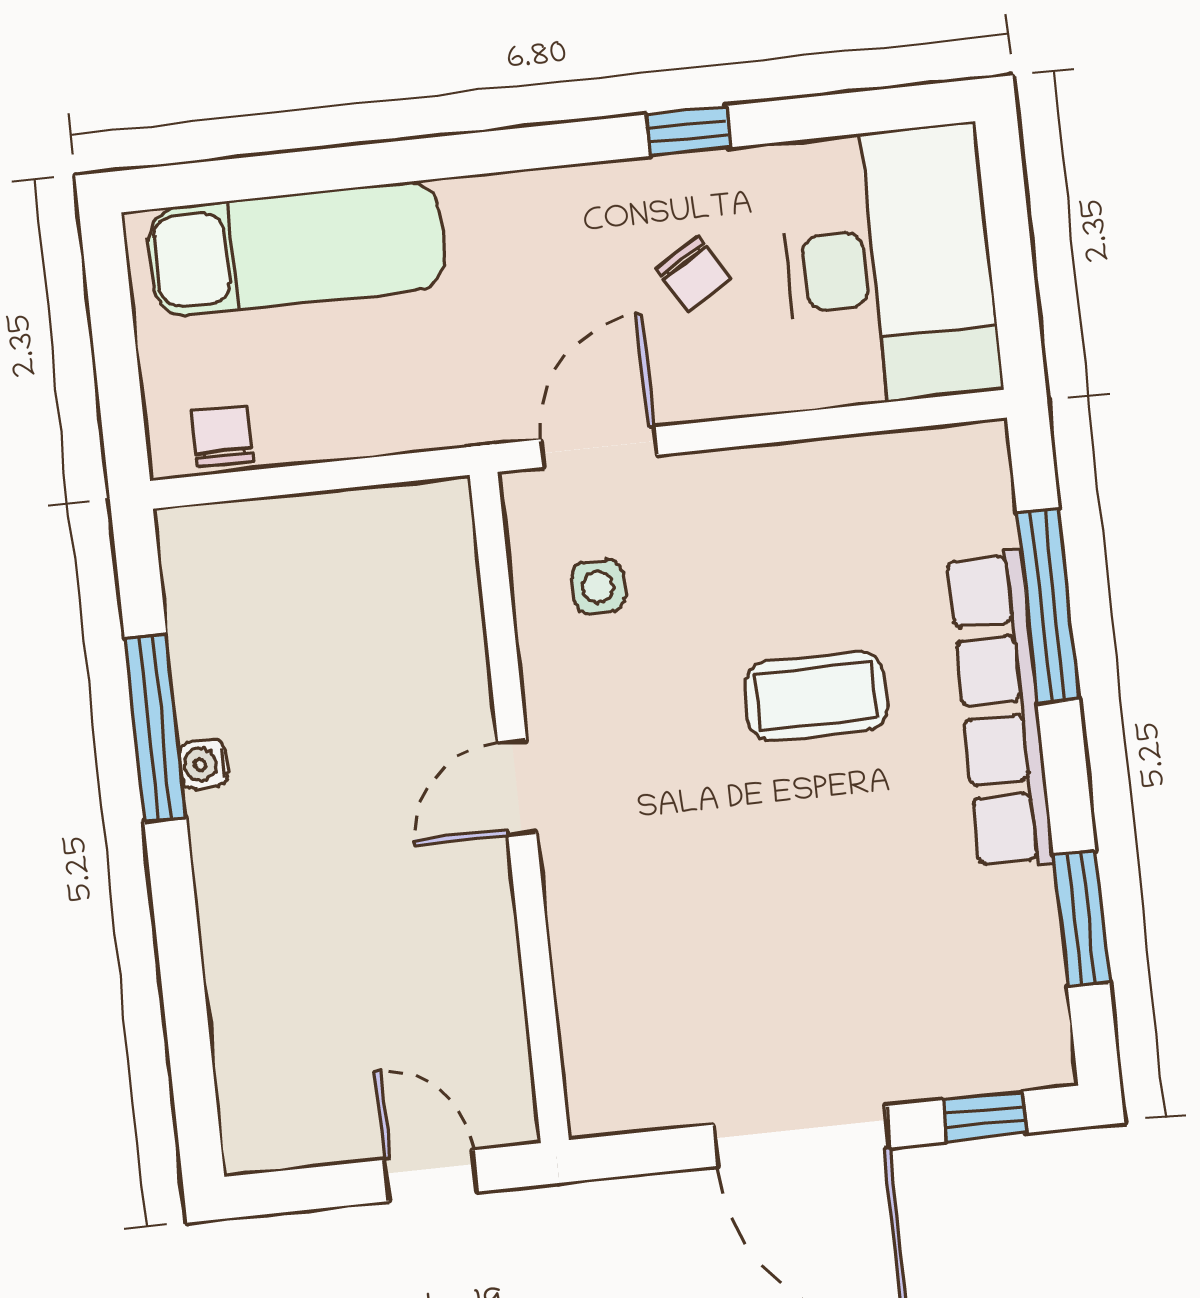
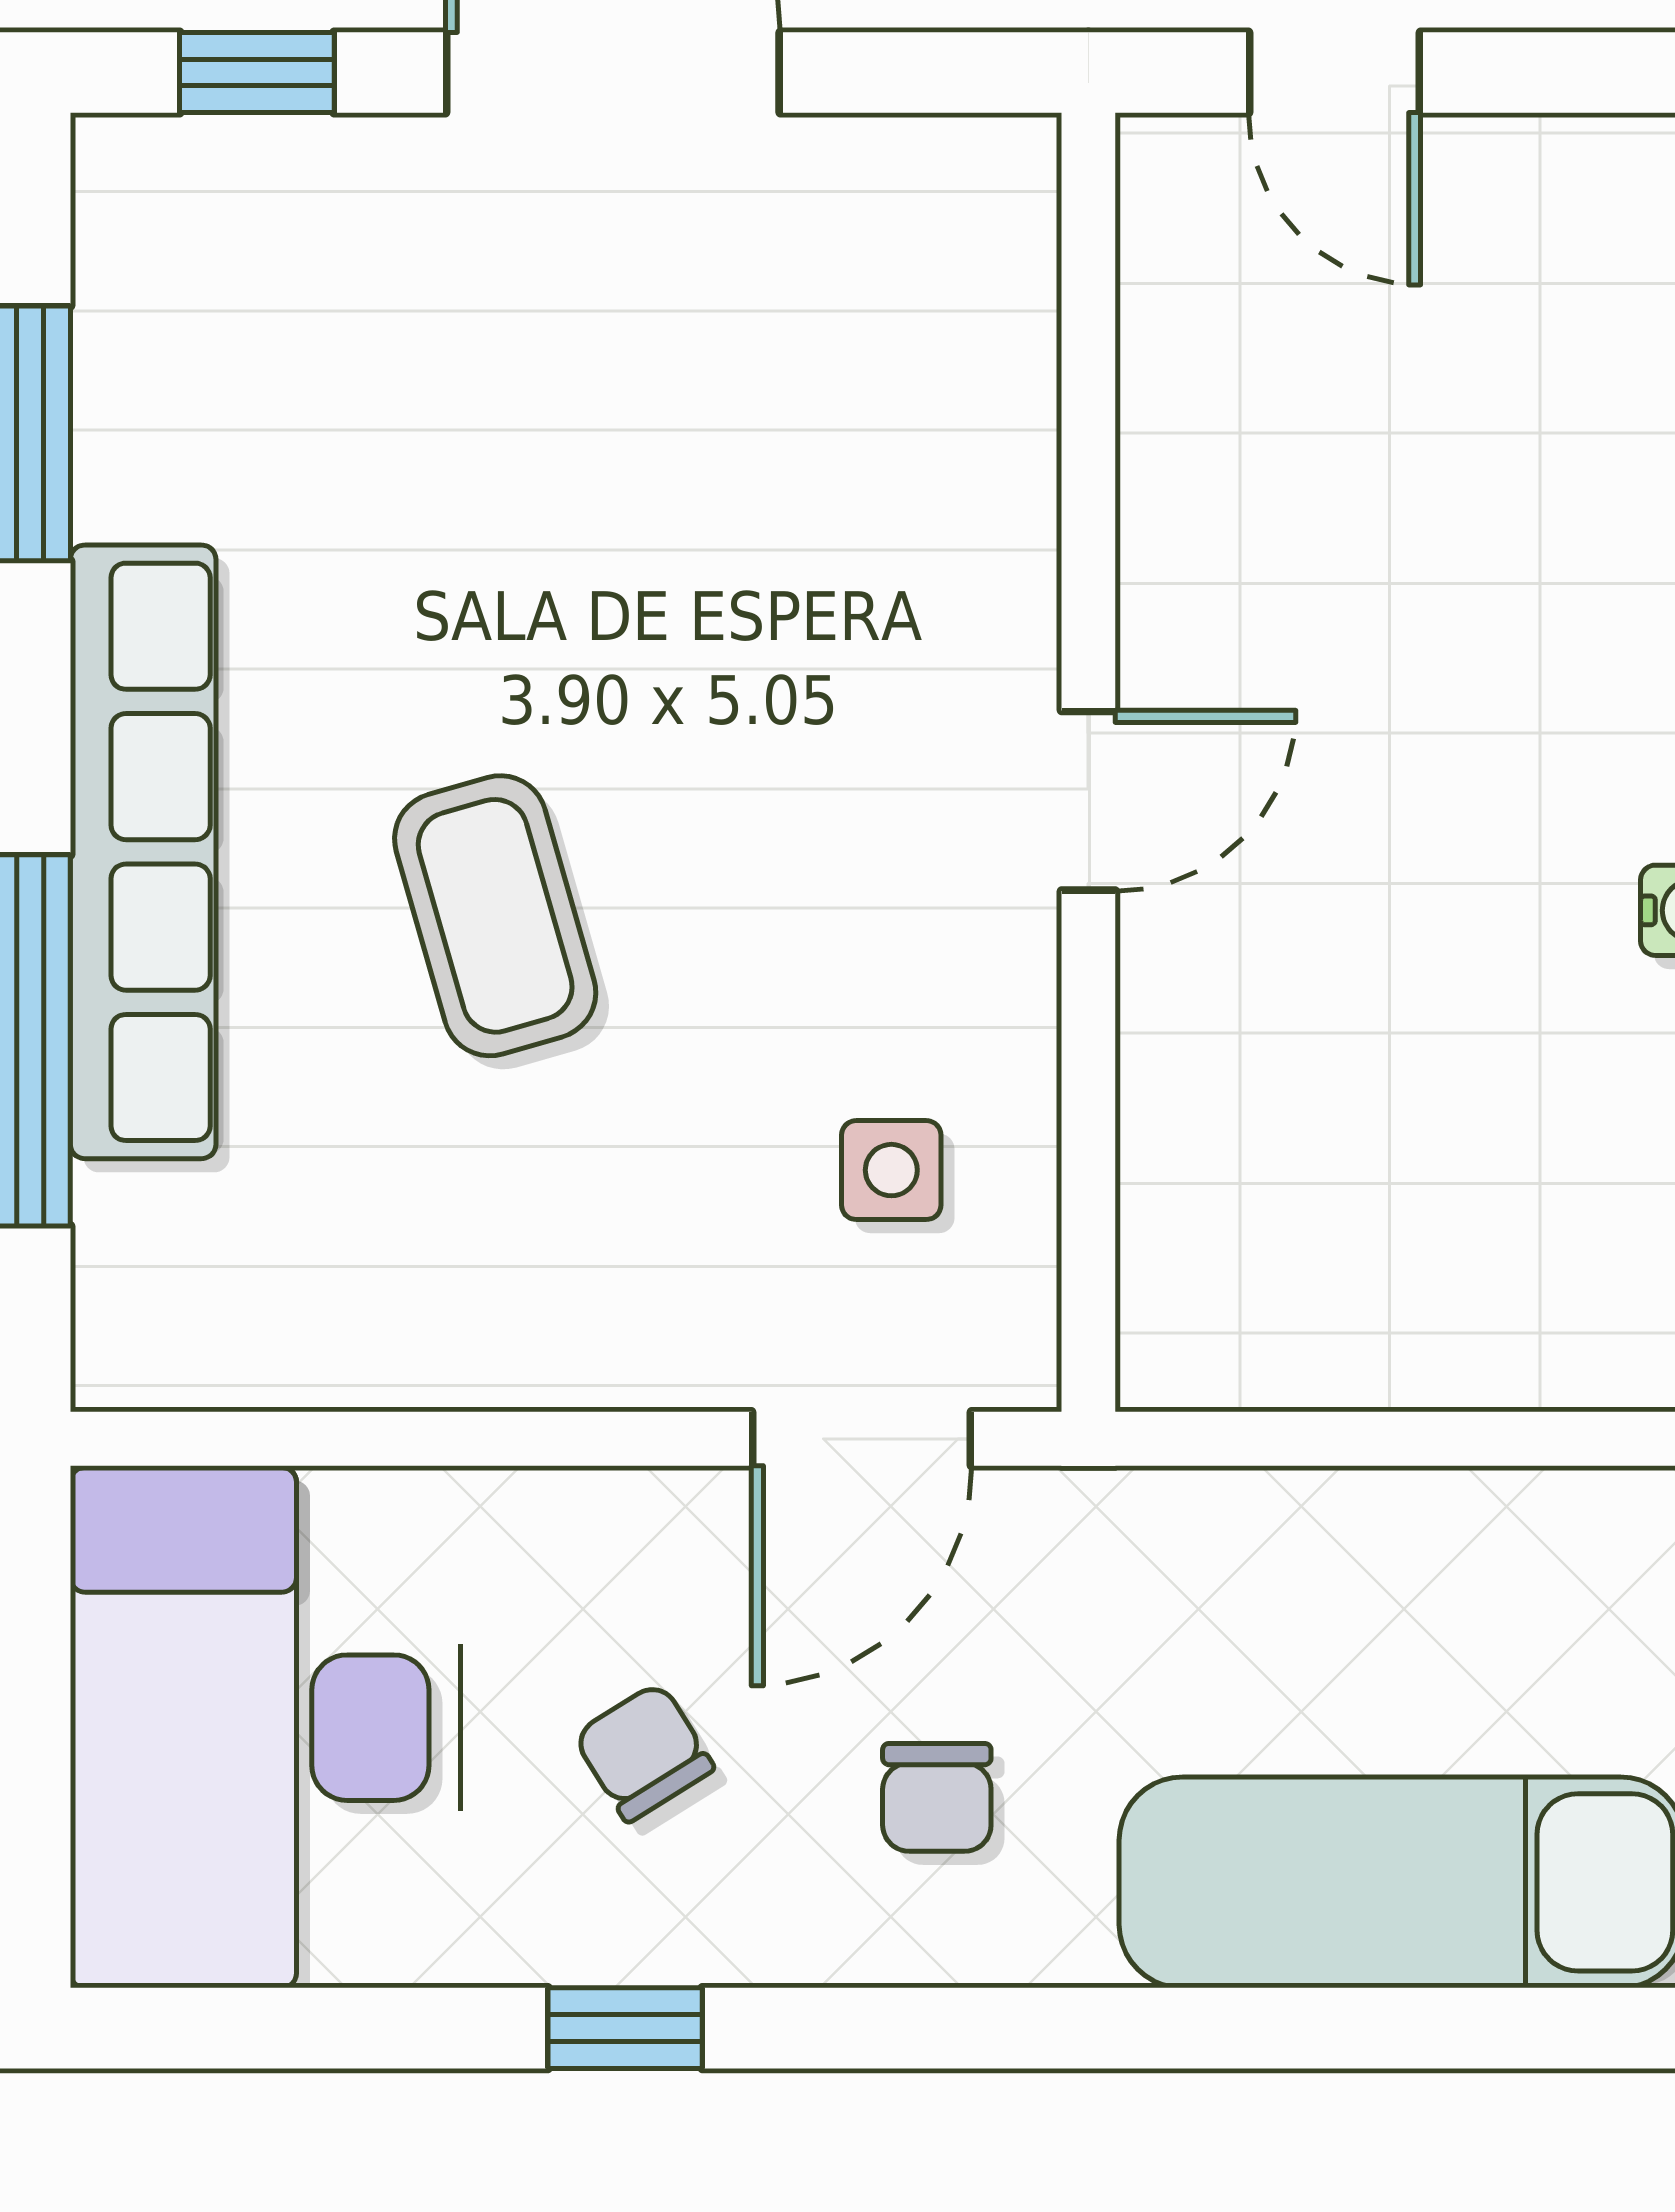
chair: (222, 437) -> (937, 1797), moved
coffee table: (816, 696) -> (495, 916), turned 74

